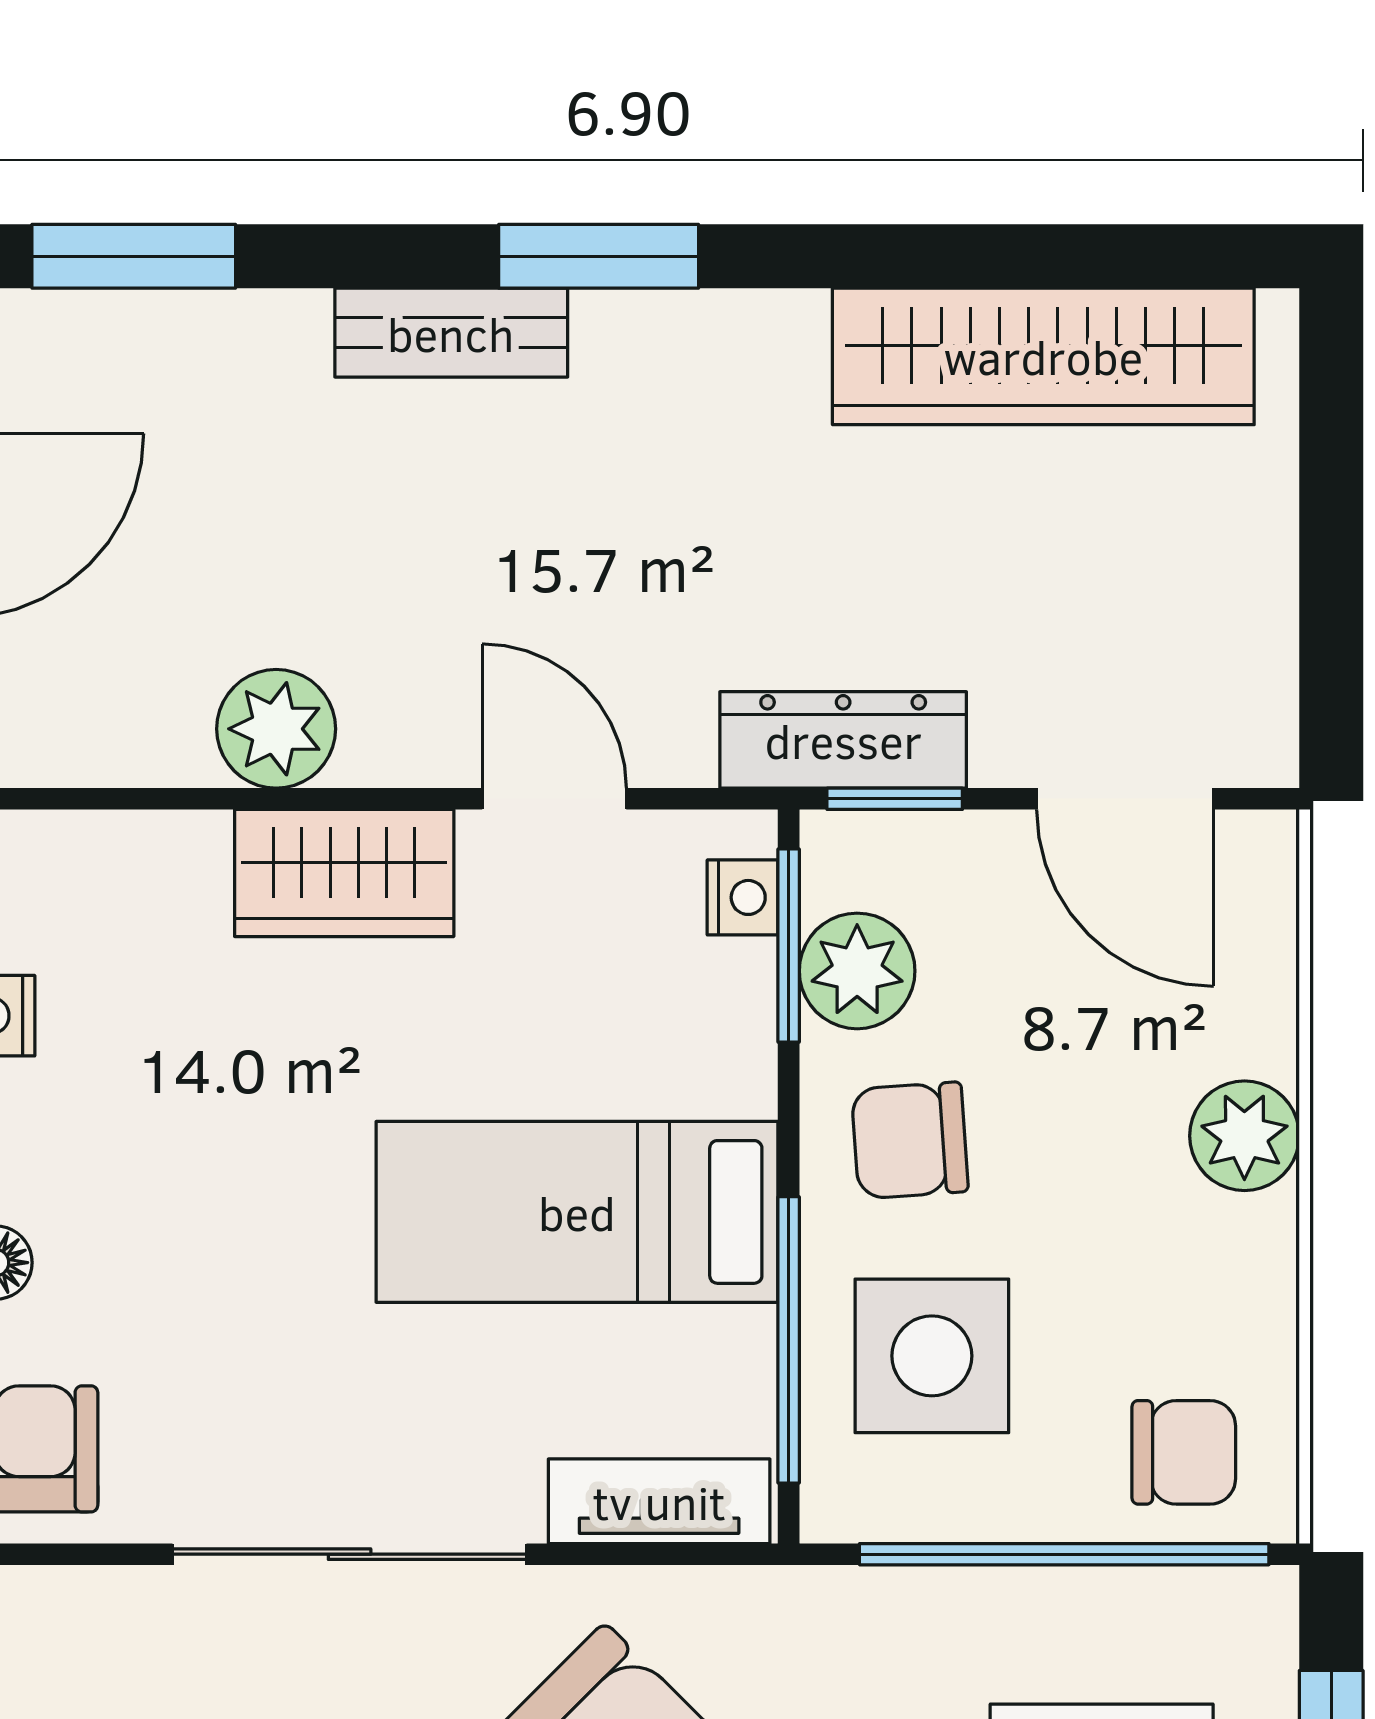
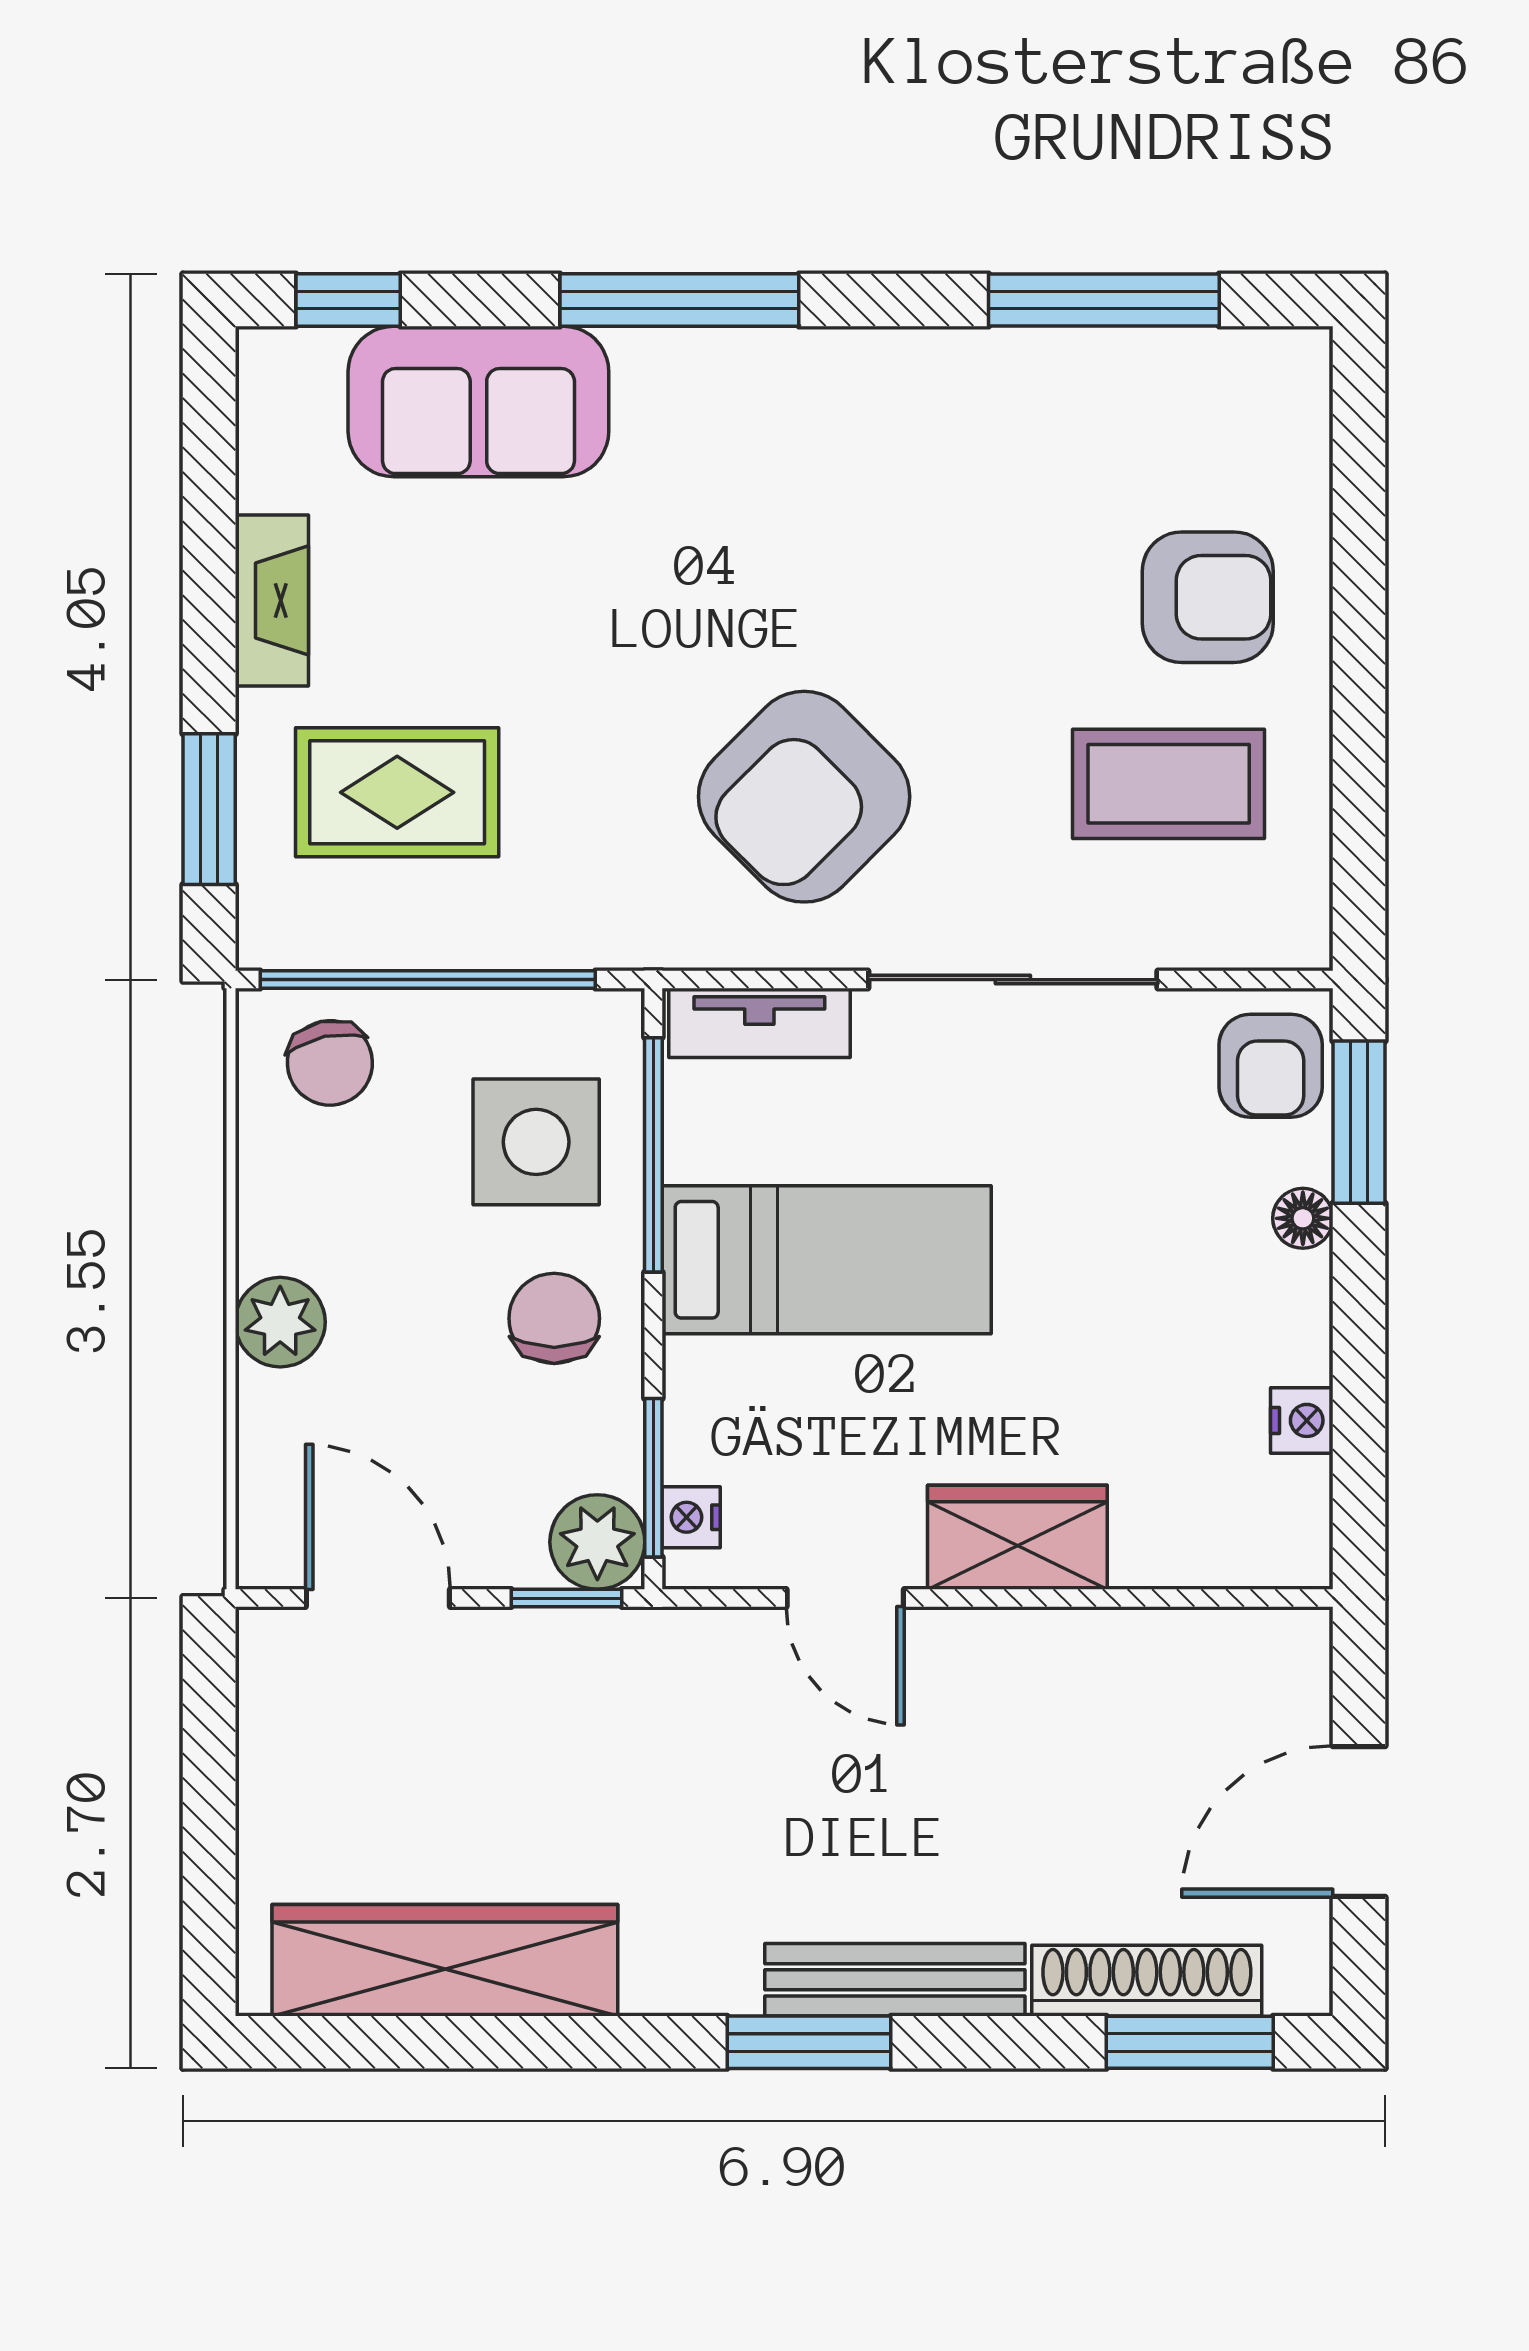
shoe rack: (186, 331) -> (1147, 1981), added
bench: (451, 333) -> (895, 1980), width x1.36
plant: (276, 729) -> (1073, 1655), removed
dresser: (843, 740) -> (609, 1646), removed
plant: (857, 971) -> (597, 1542), moved
chair: (910, 1140) -> (554, 1318), turned -86
chair: (1184, 1452) -> (330, 1063), turned -102

